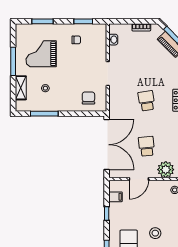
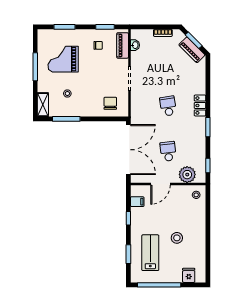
piano: (101, 40) -> (123, 45), added
shelving: (21, 88) -> (43, 105), moved

